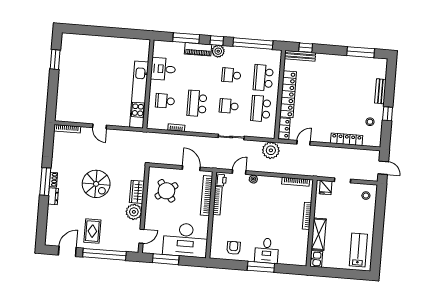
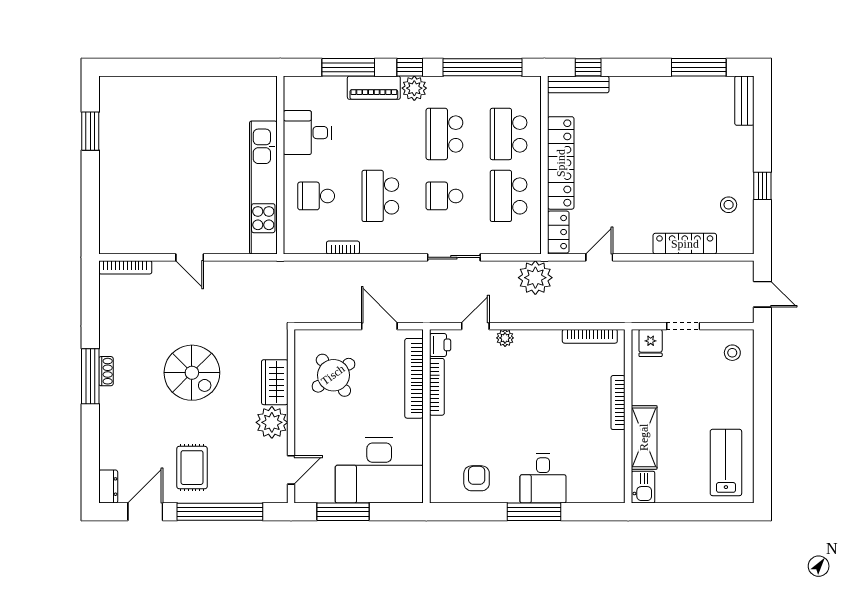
school desk: (231, 75) -> (444, 134), width x1.85
bench: (380, 91) -> (744, 101), moved
dresser: (53, 196) -> (108, 487), moved

